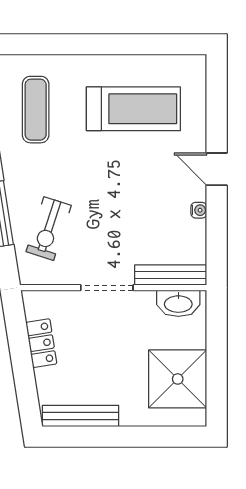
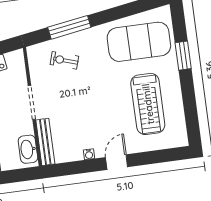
window: (66, 44) -> (183, 56), added
exercise mat: (36, 110) -> (139, 42), width x2.00, depth x1.45
exercise bike: (49, 229) -> (64, 60), width x0.73, depth x0.72

